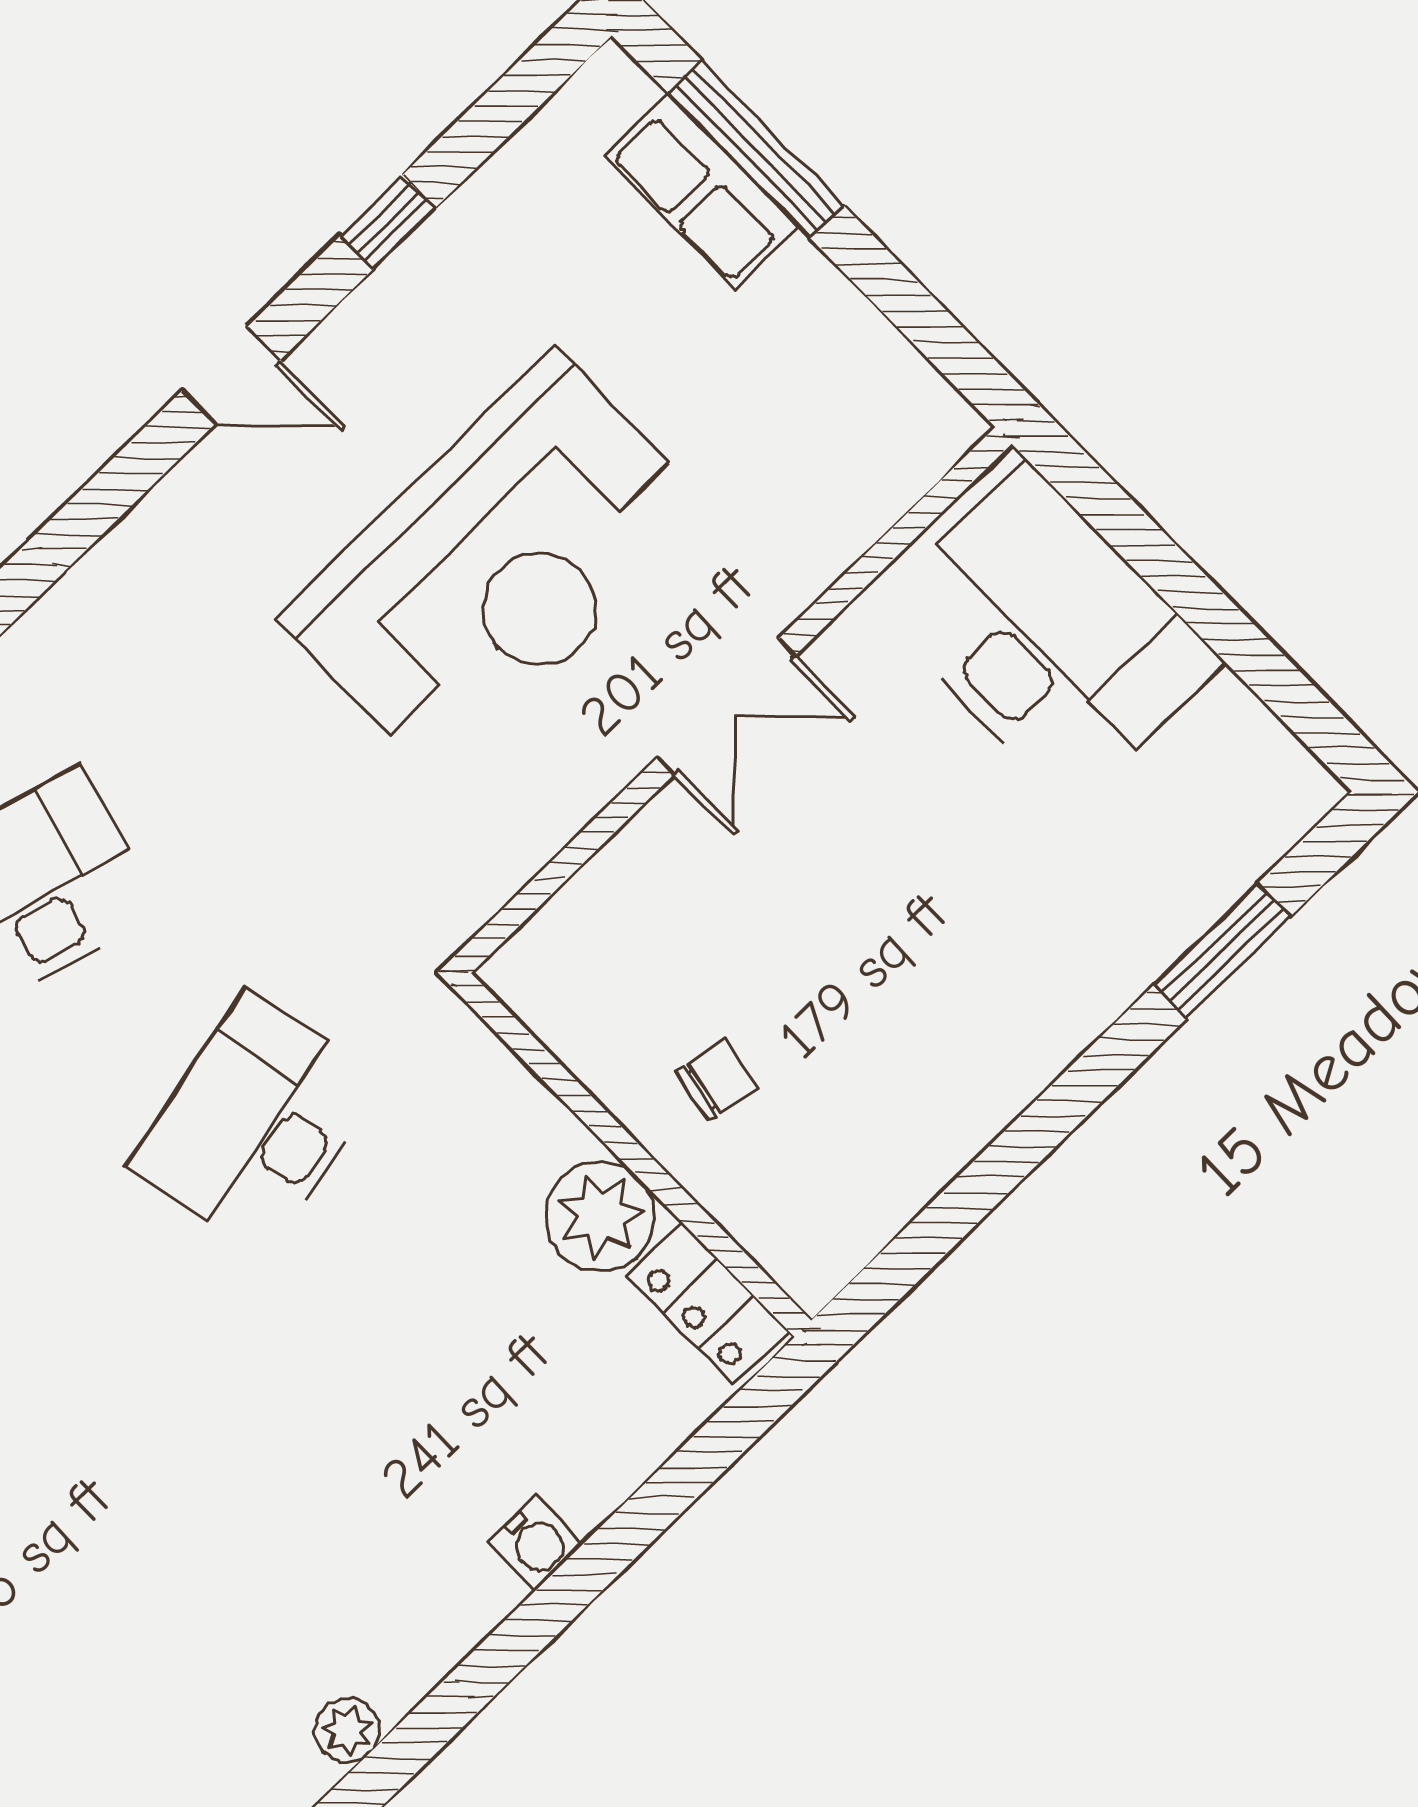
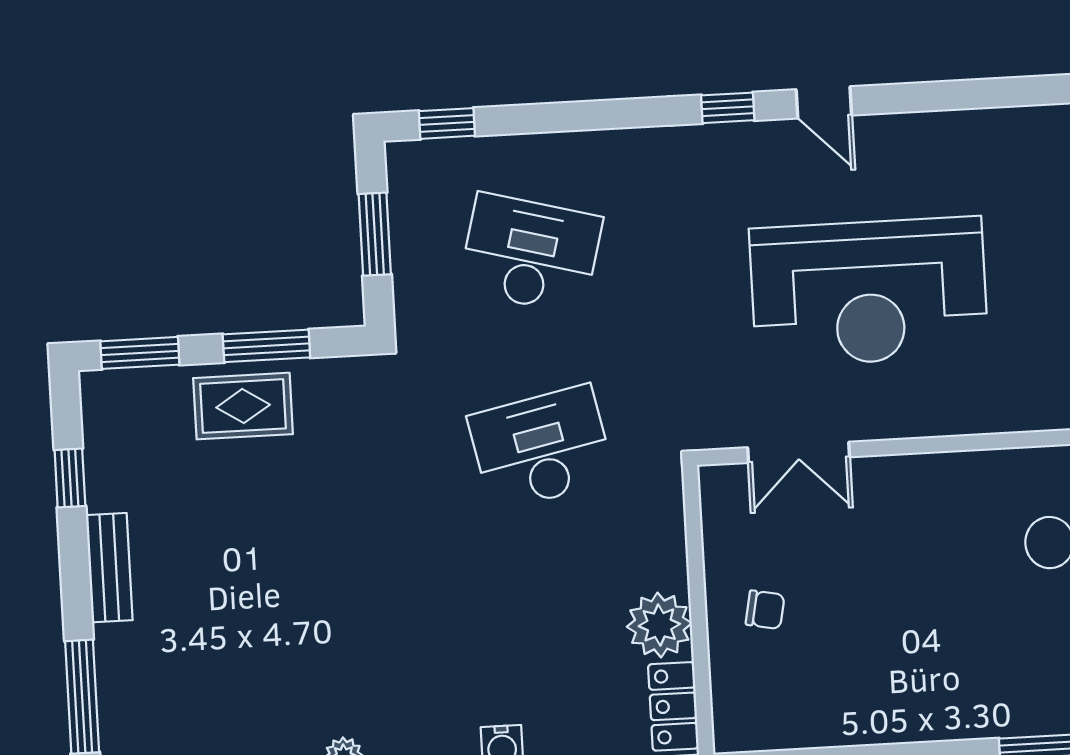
window: (388, 222) -> (728, 108), moved
double door: (726, 707) -> (799, 452), moved

